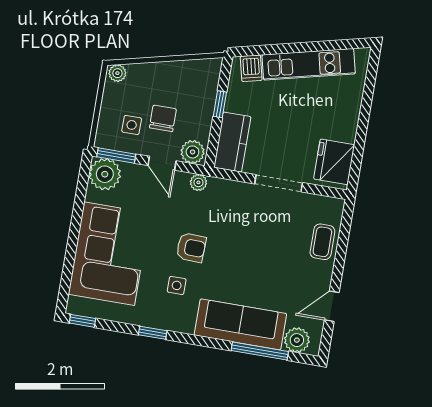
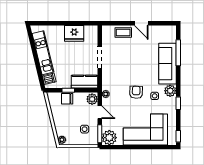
chair: (163, 118) -> (67, 99), moved
fridge: (334, 162) -> (74, 33), moved
door: (162, 163) -> (100, 112), hinge flipped
door: (332, 306) -> (141, 23), moved
plant: (297, 340) -> (170, 91), moved

